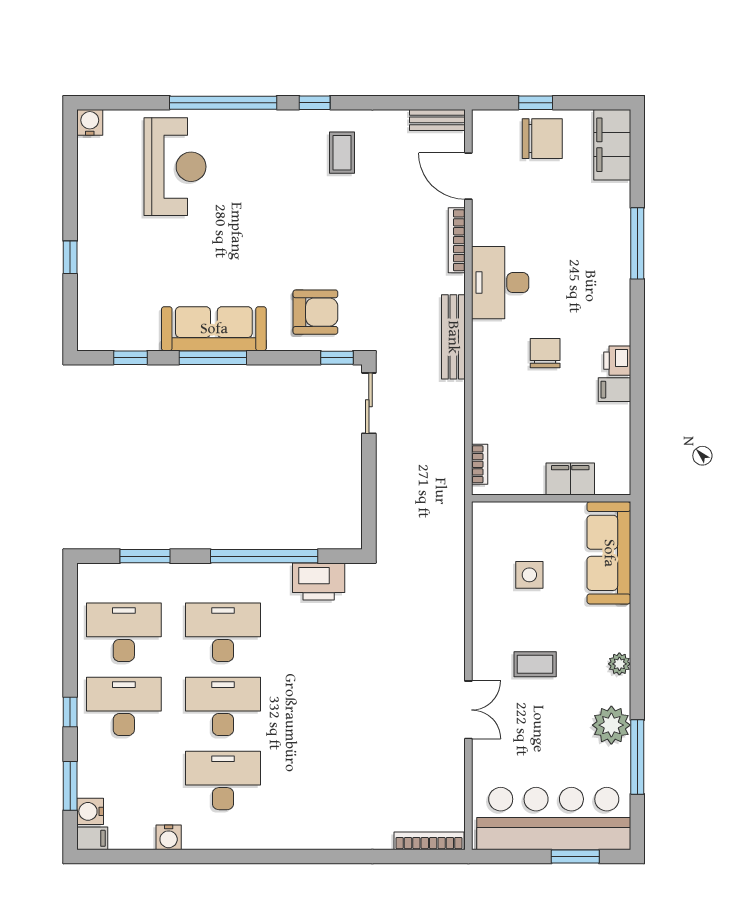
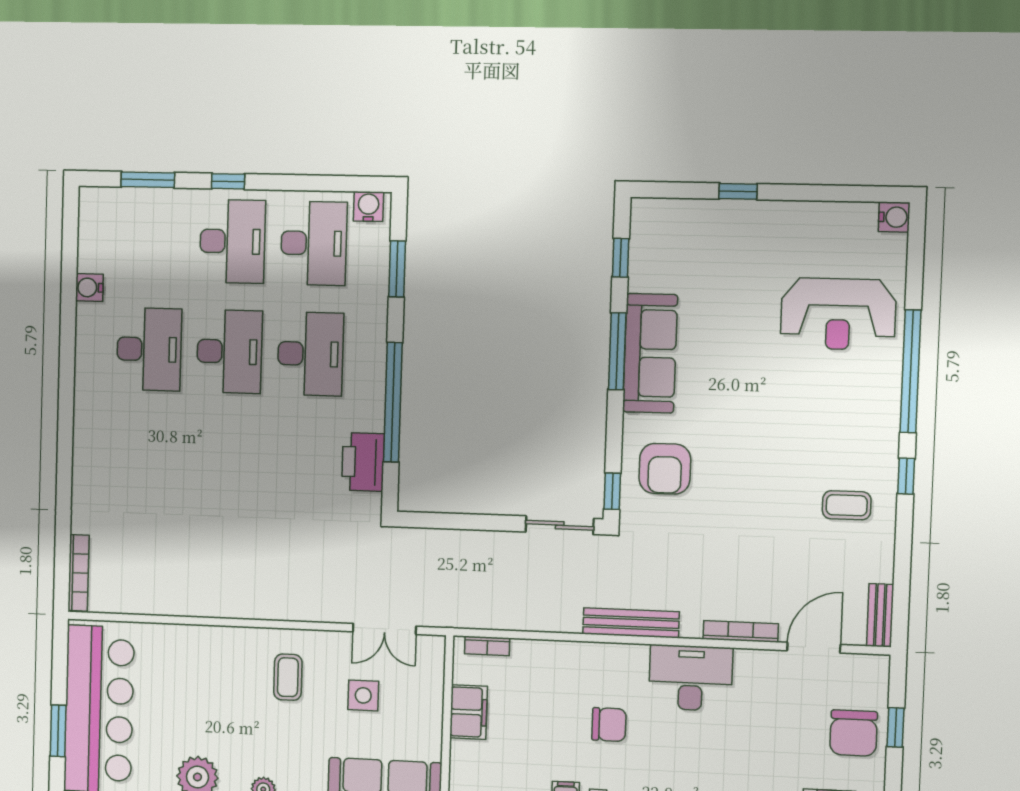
filing cabinet: (570, 479) -> (469, 712), moved
coffee table: (535, 664) -> (288, 677), moved
double door: (468, 710) -> (384, 629), moved
water cooler: (90, 811) -> (368, 206), moved
filing cabinet: (92, 838) -> (90, 203), removed

